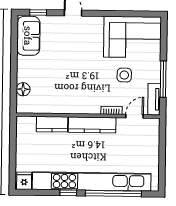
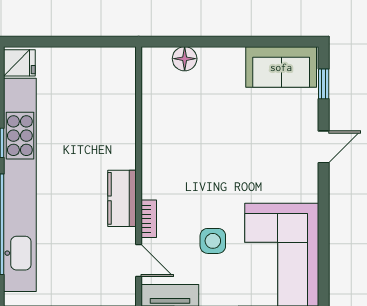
kitchen counter: (52, 124) -> (122, 112), removed
kitchen counter: (92, 125) -> (122, 198), width x0.67

